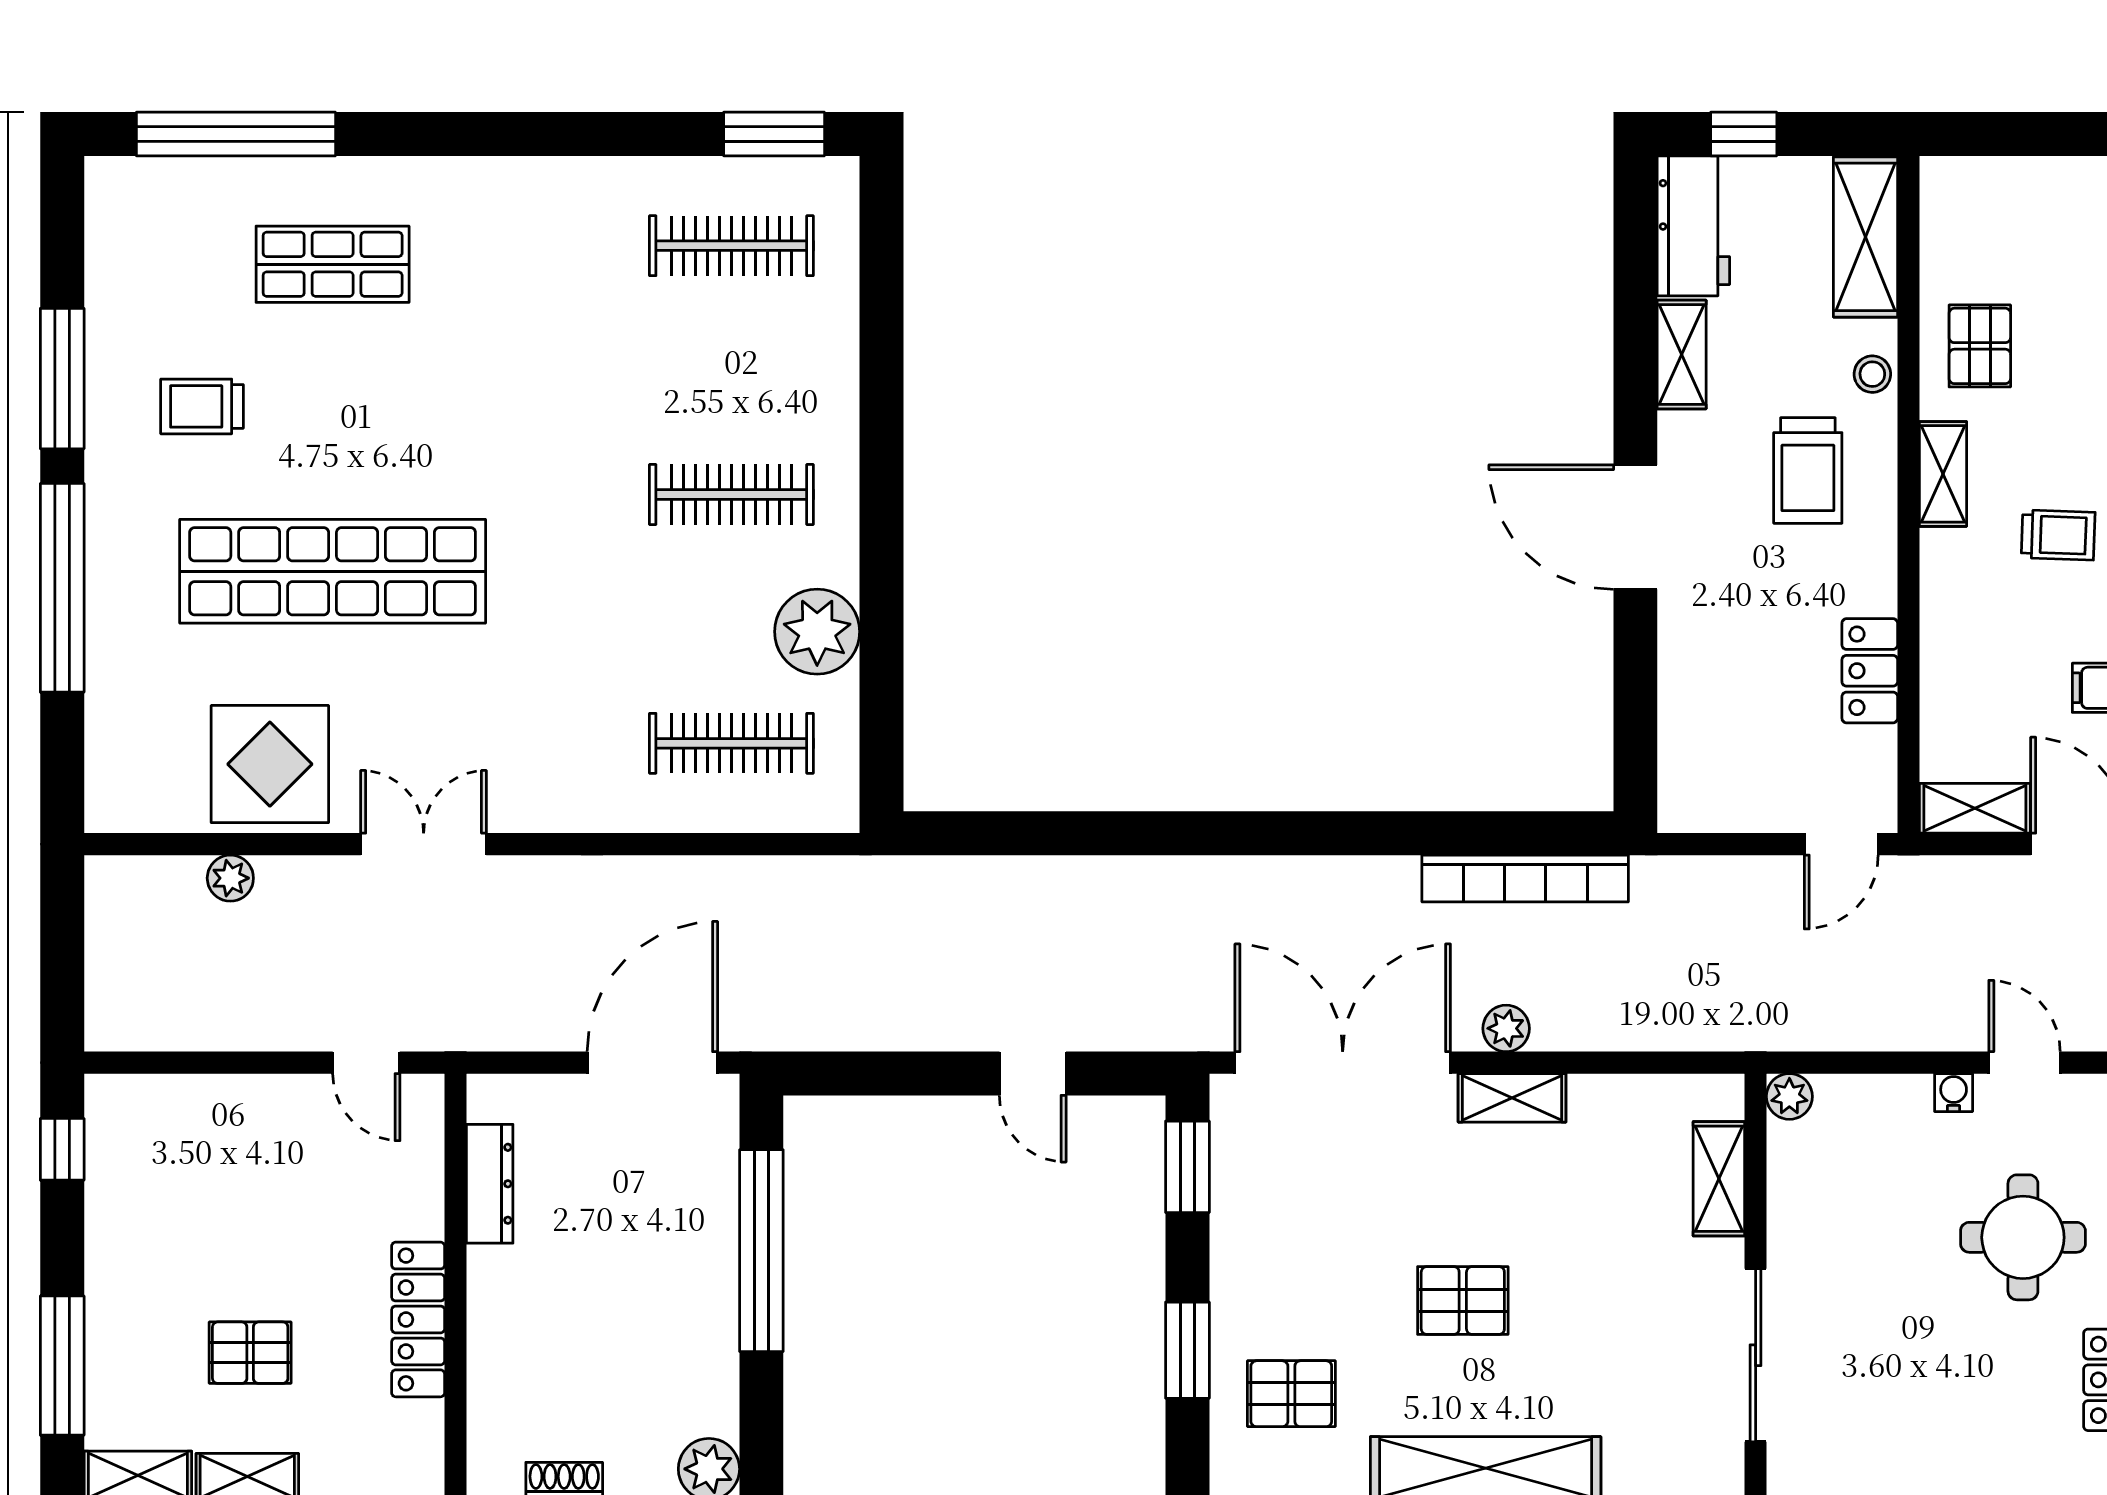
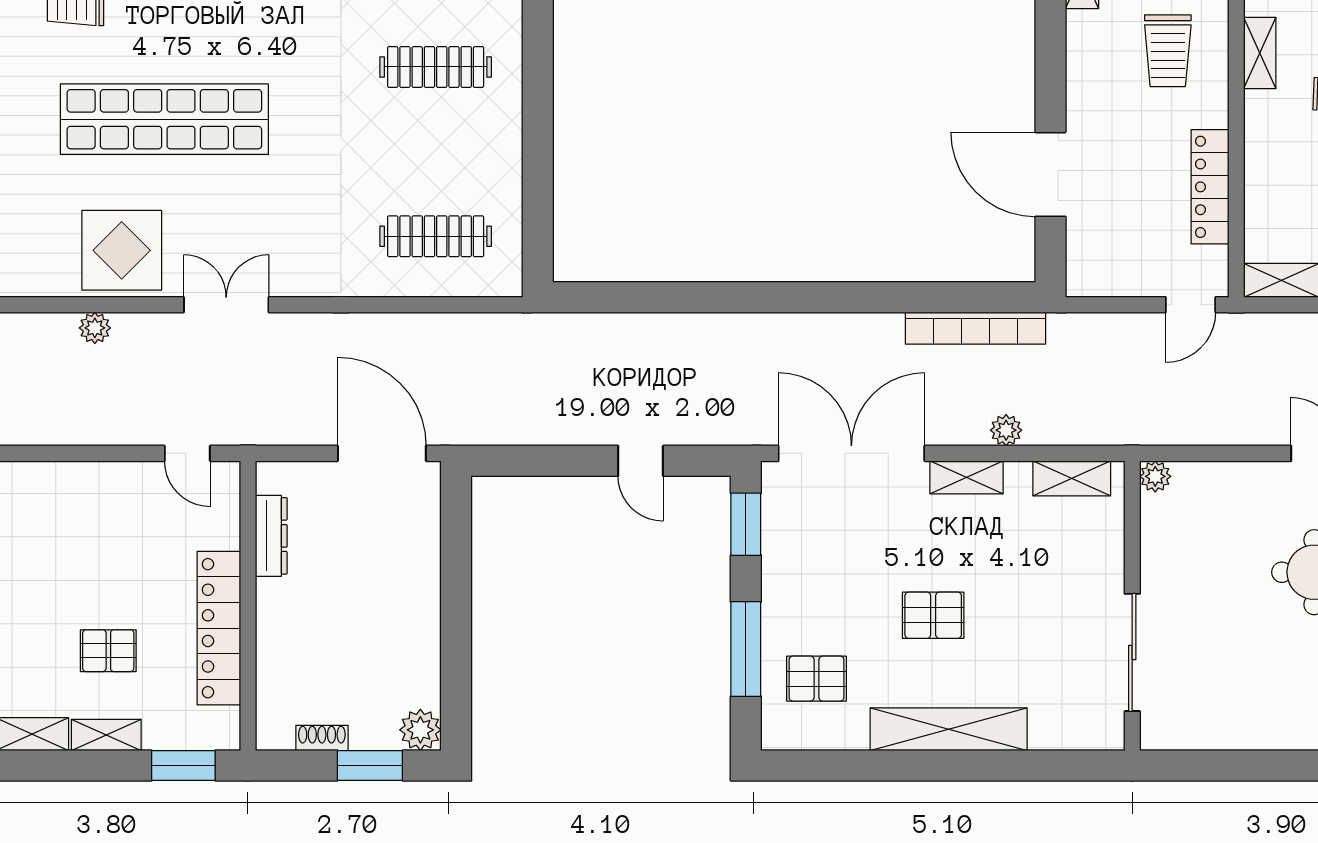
door: (1635, 527) -> (1050, 174), moved
plant: (817, 632) -> (494, 160), removed
locker: (1870, 671) -> (1210, 187), width x1.53
plant: (1506, 1028) -> (1006, 430), moved
door: (652, 1063) -> (382, 453), hinge flipped
water cooler: (1954, 1093) -> (1267, 474), removed
shelving: (1719, 1179) -> (1072, 478), moved, turned 90
window: (761, 1251) -> (456, 581), removed
locker: (418, 1319) -> (219, 628), width x1.41, depth x1.21
window: (1187, 1350) -> (746, 649), width x1.44

